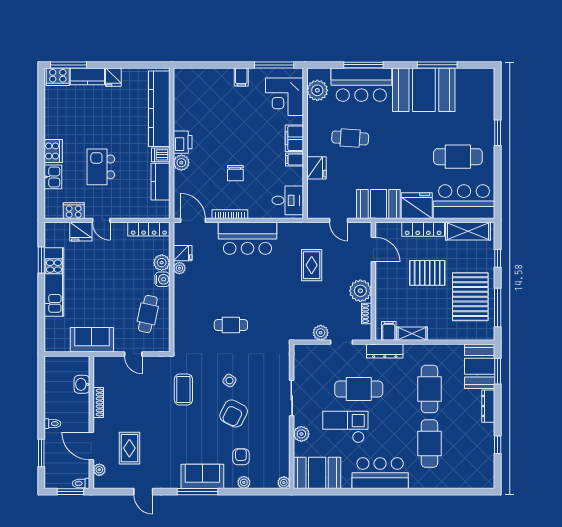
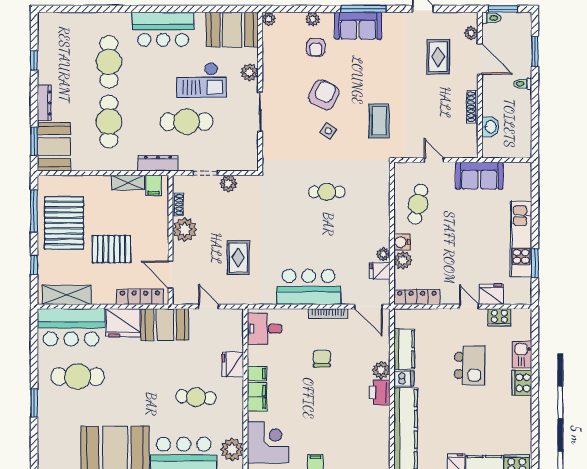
locker: (423, 229) -> (140, 297), moved

